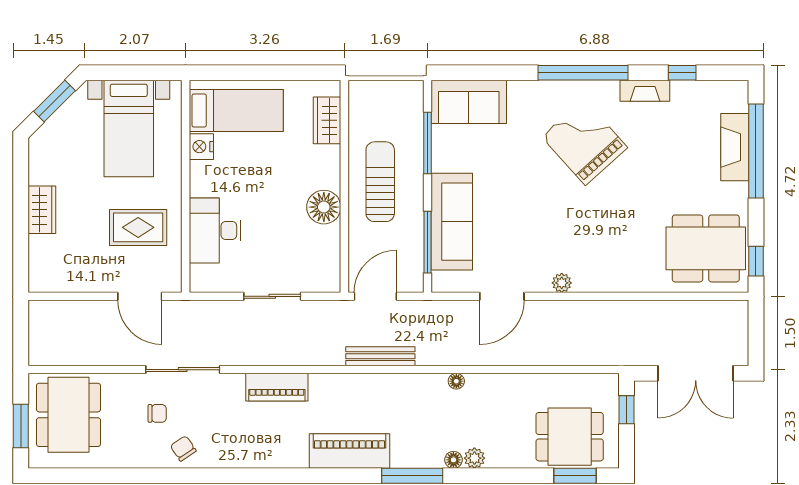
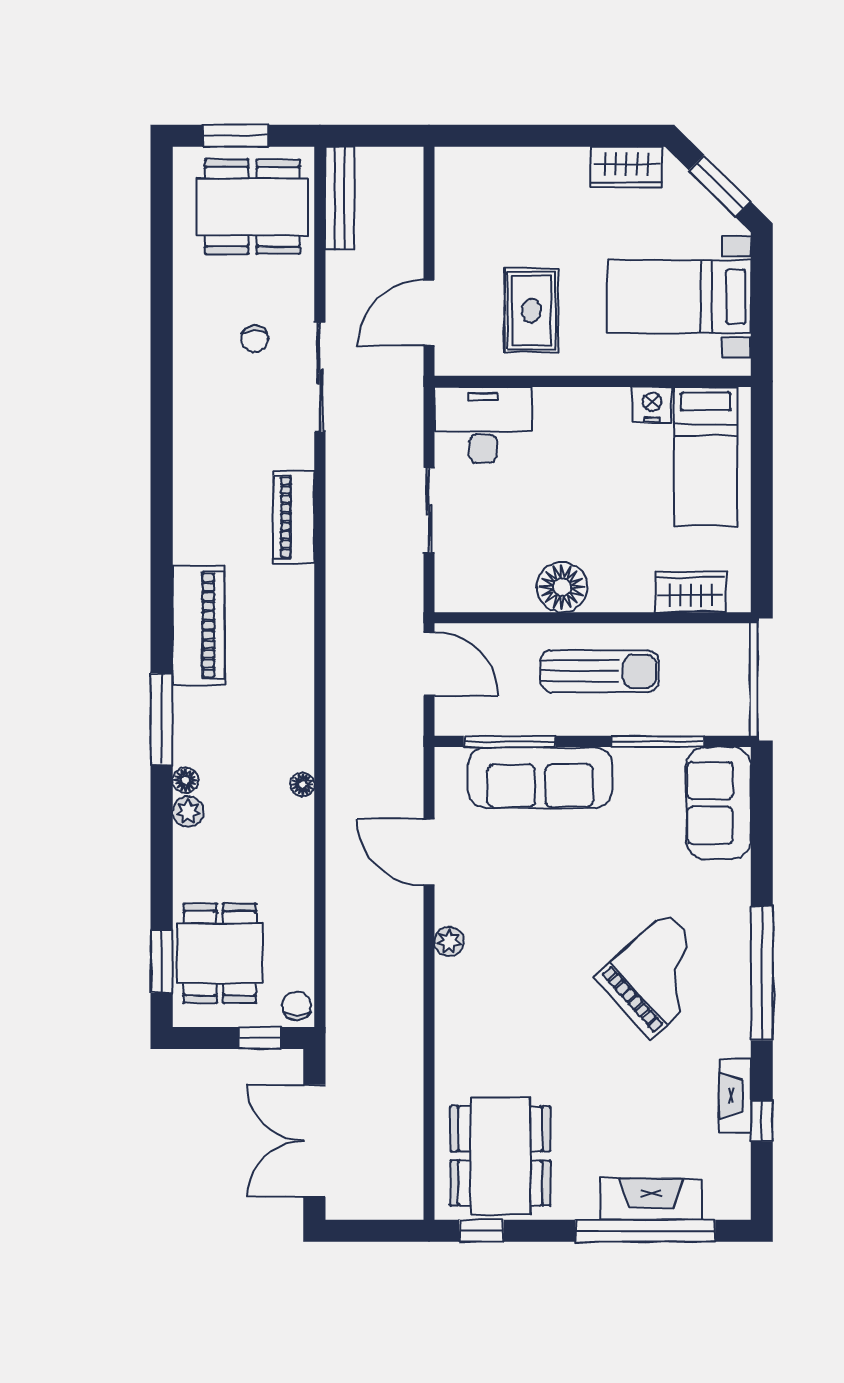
fireplace: (645, 91) -> (735, 1096), moved
wardrobe: (42, 210) -> (626, 167), moved
desk: (215, 230) -> (483, 425), moved
bench: (380, 356) -> (340, 198), moved
chair: (183, 448) -> (297, 1006), moved, turned -56

